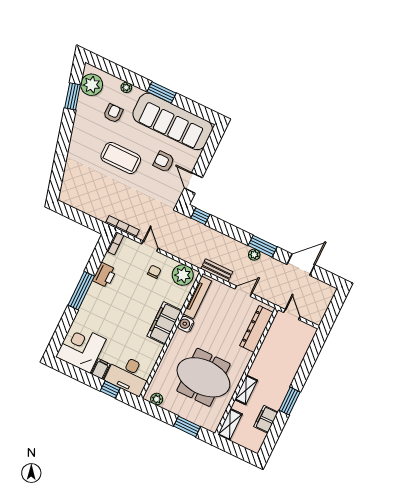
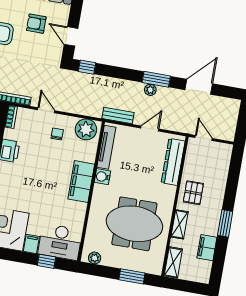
pallet: (268, 364) -> (193, 193), added

